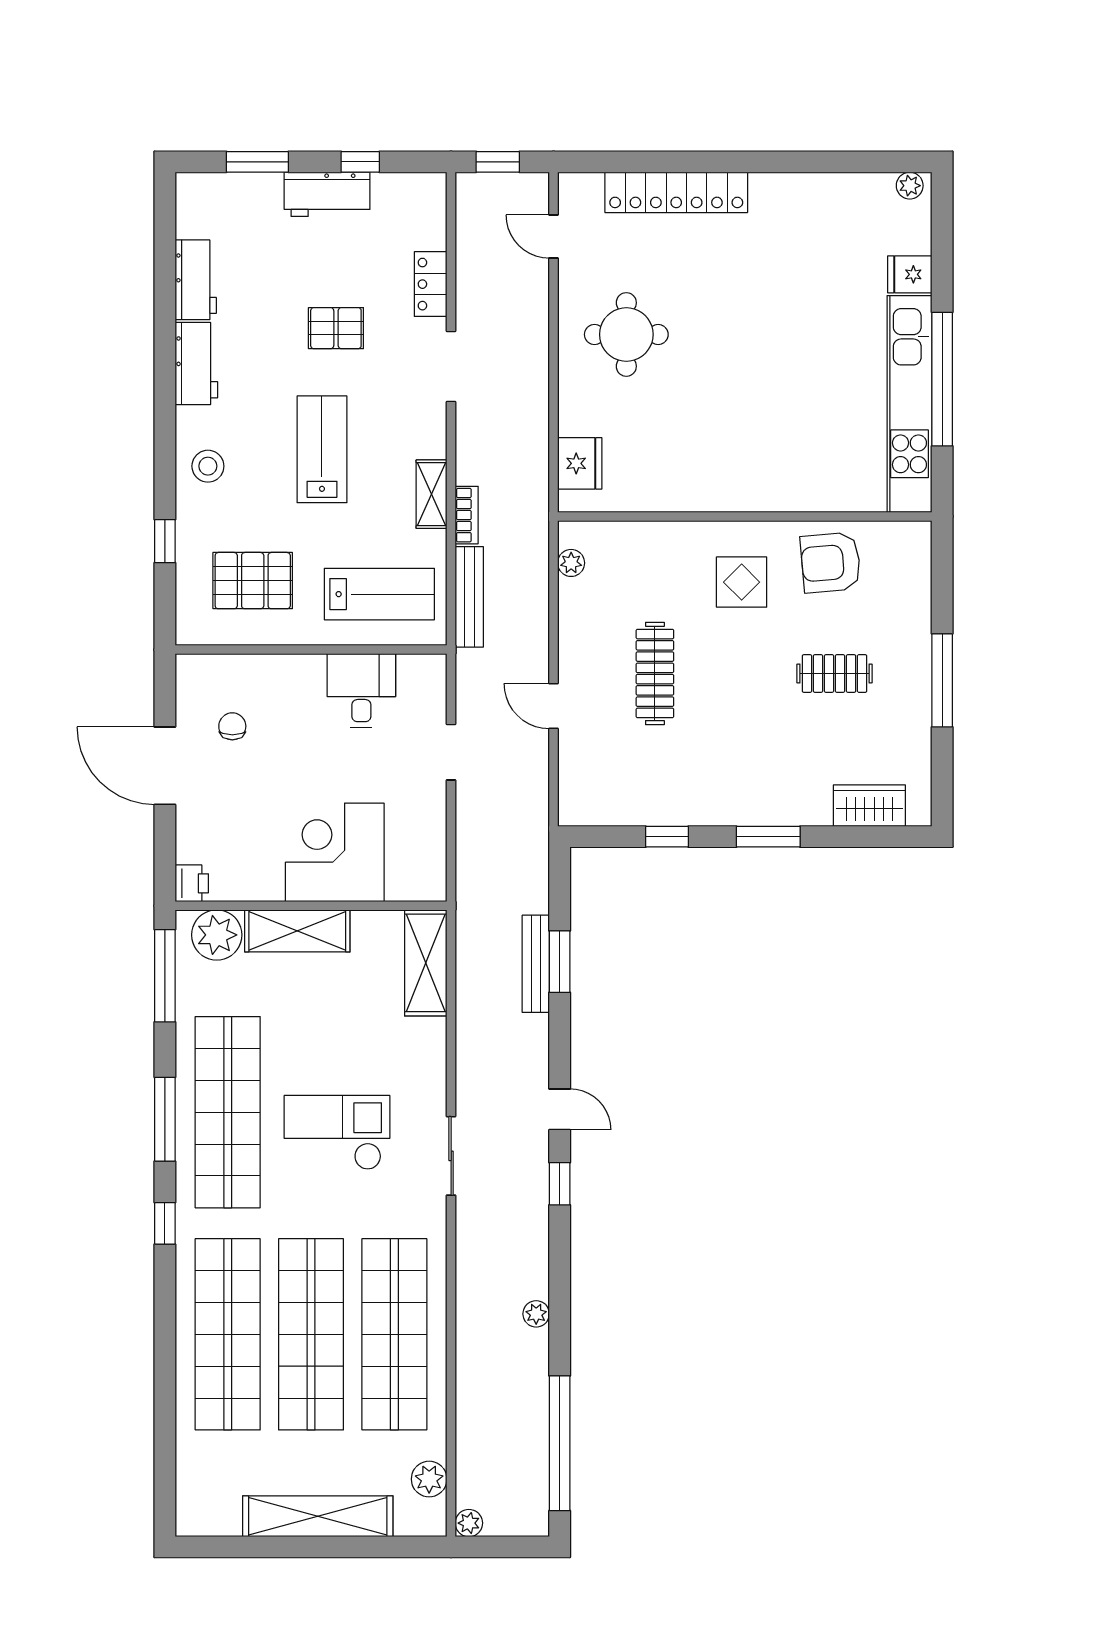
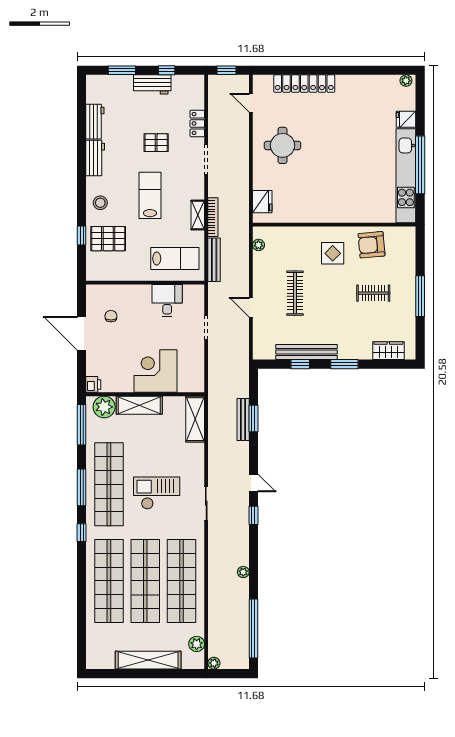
bookcase: (467, 515) -> (213, 217), width x1.56
pallet: (253, 581) -> (108, 239), moved
bench: (681, 809) -> (307, 352), added

